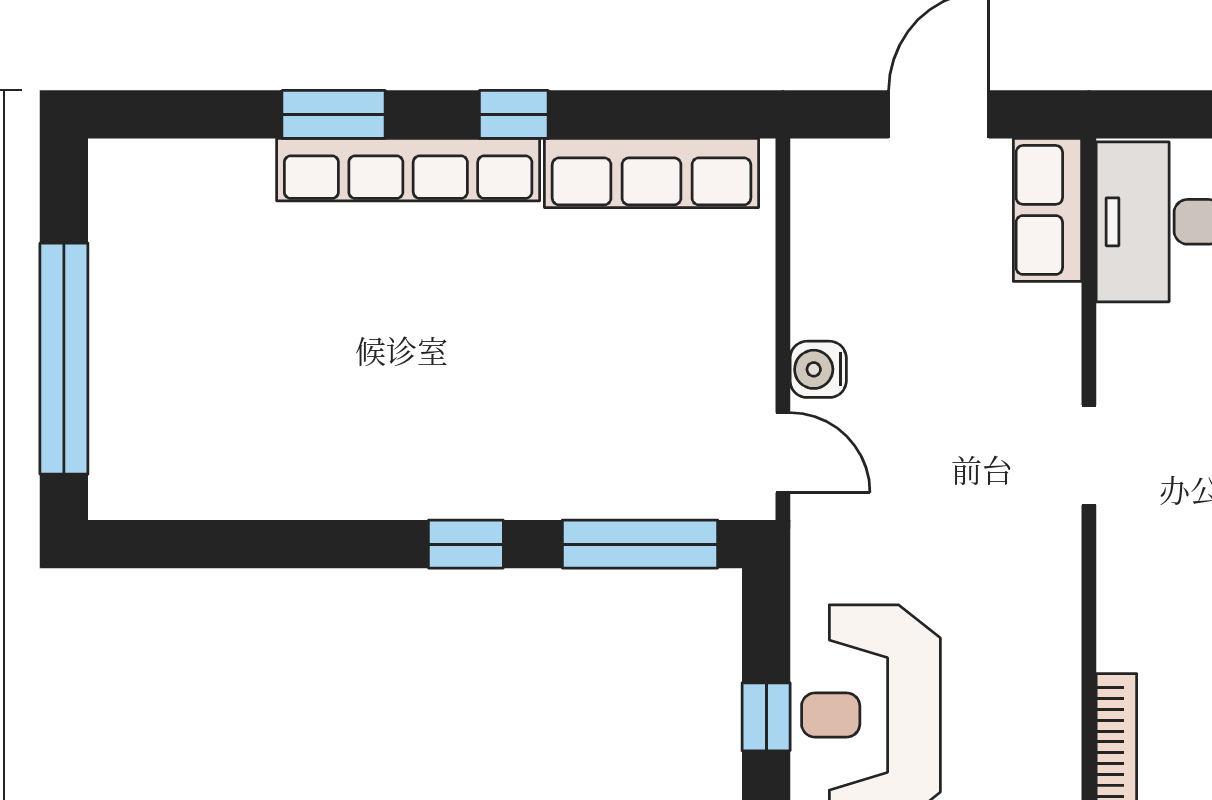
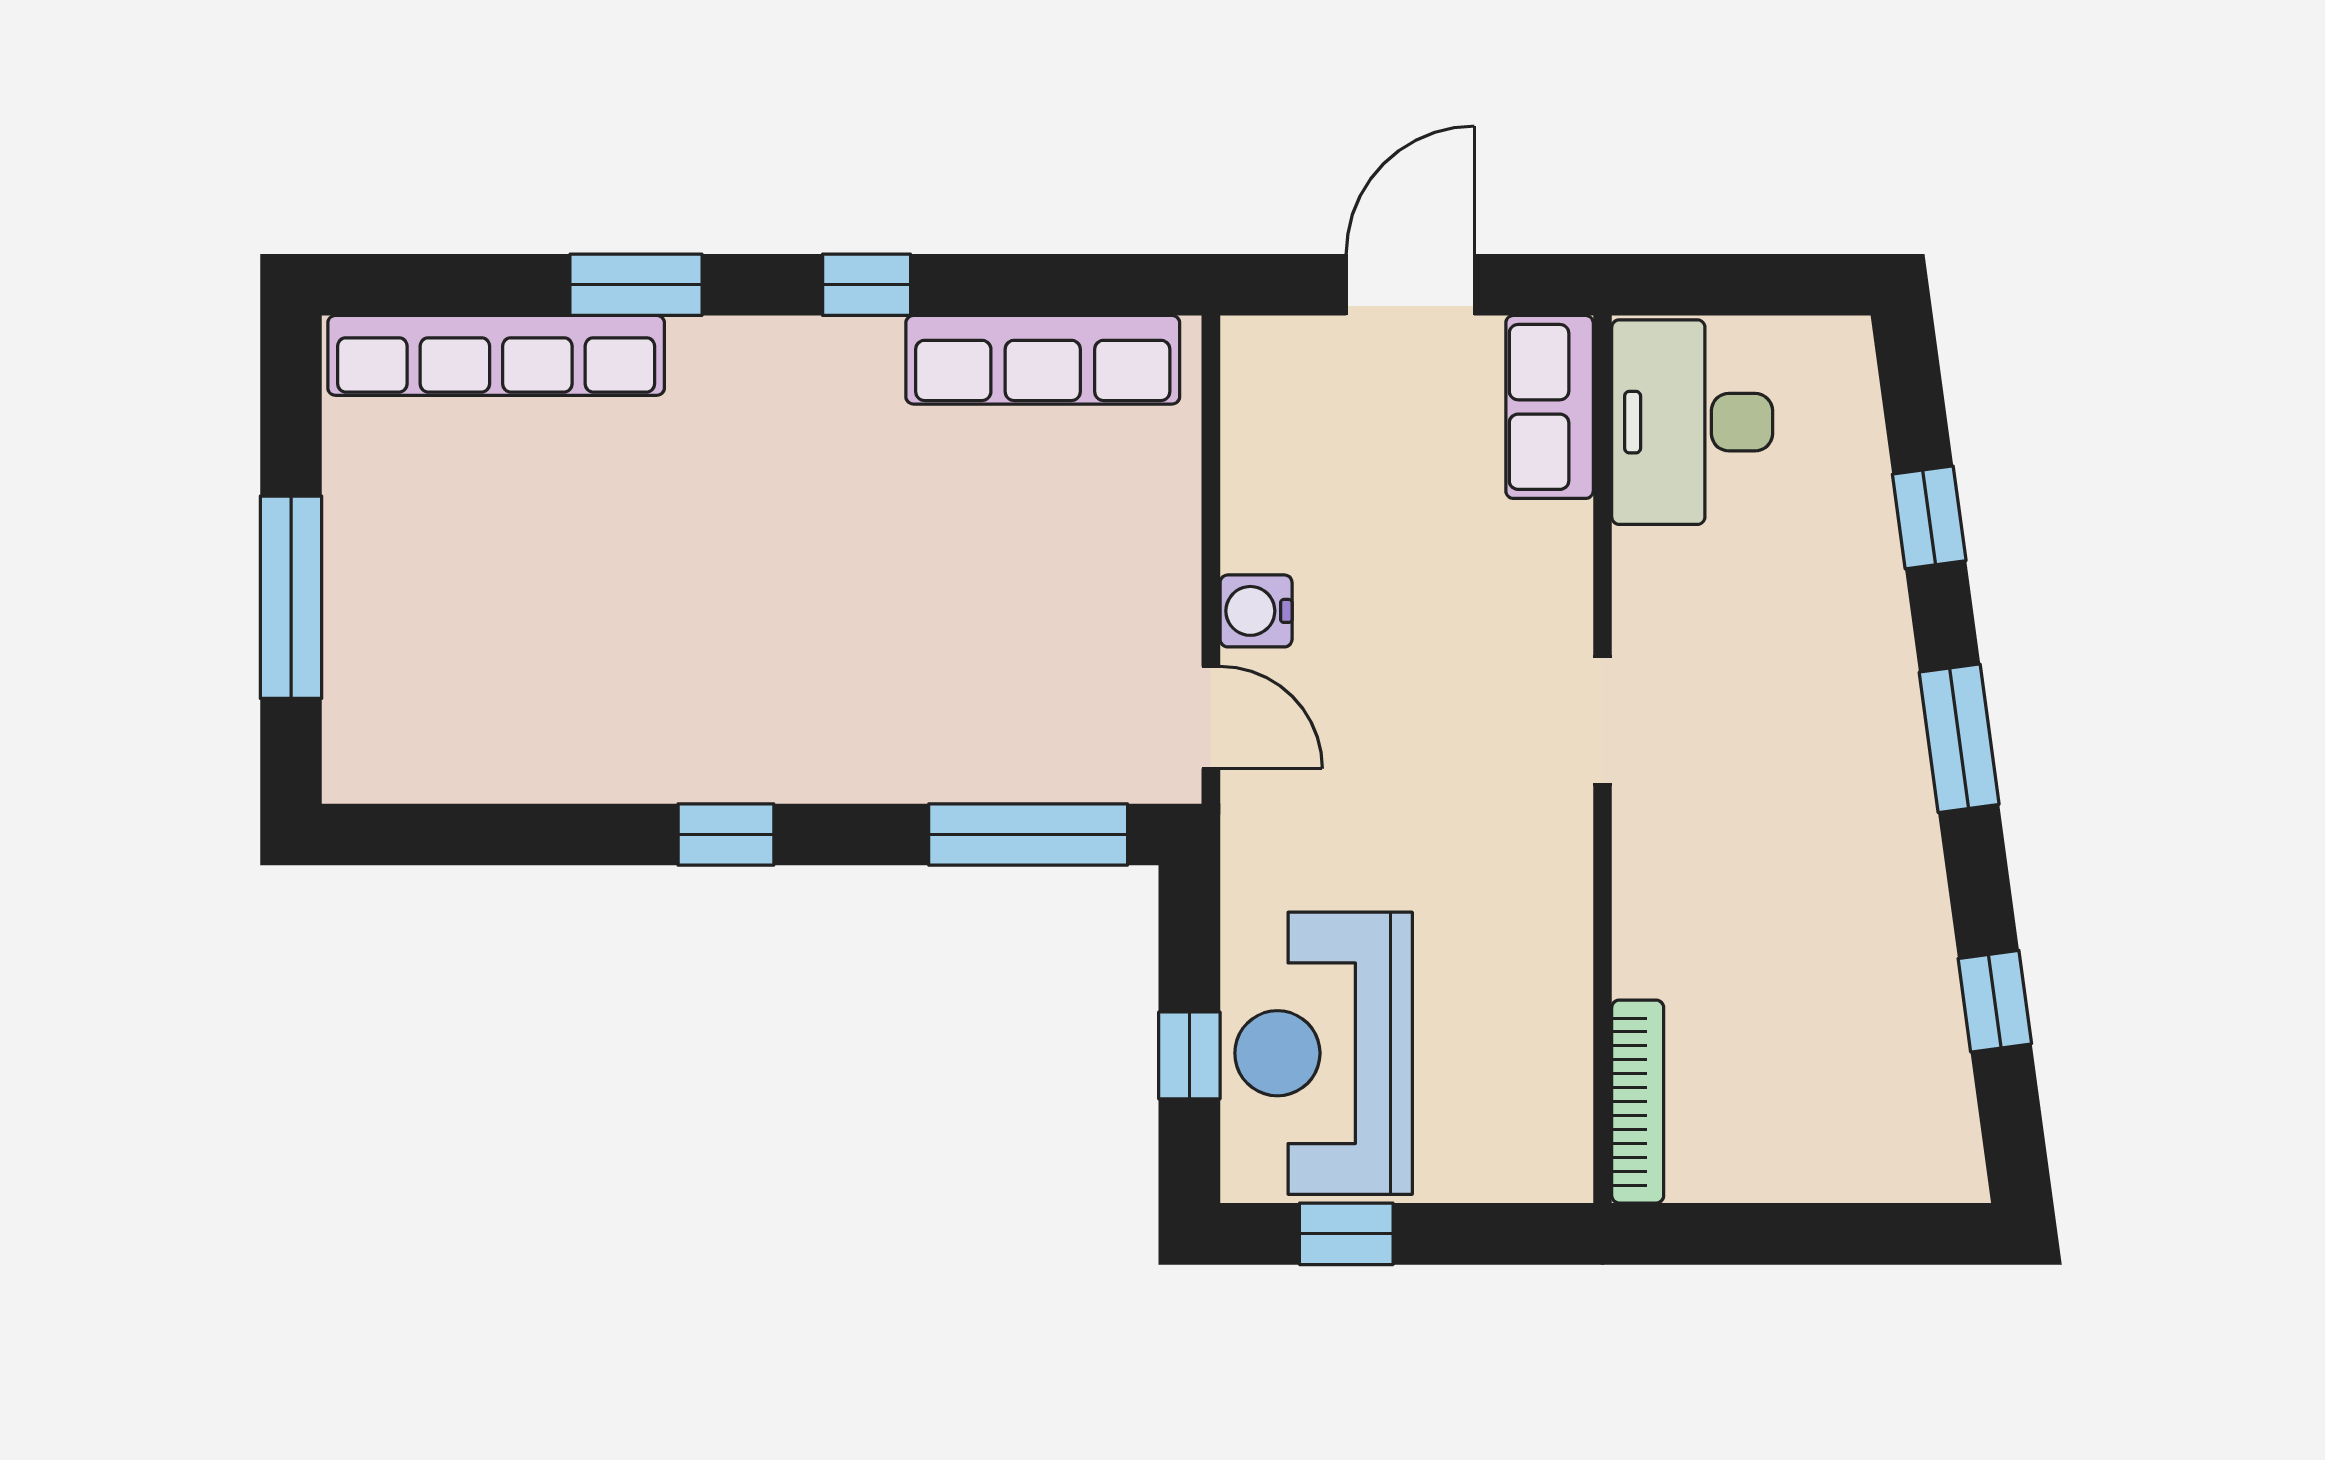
row of seats: (408, 170) -> (496, 355), moved
window: (64, 359) -> (291, 597), width x0.68
window: (466, 544) -> (726, 835), moved

